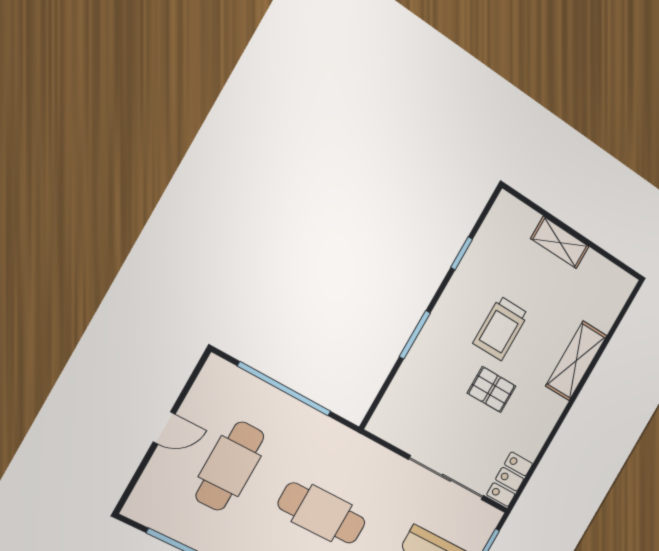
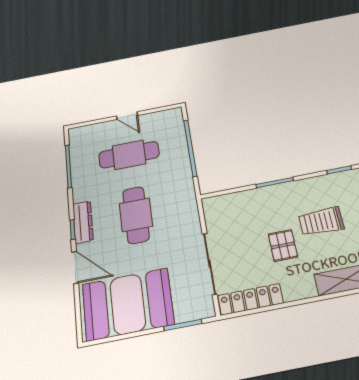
locker: (510, 479) -> (251, 299), width x1.53

